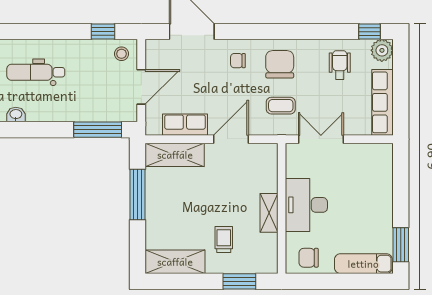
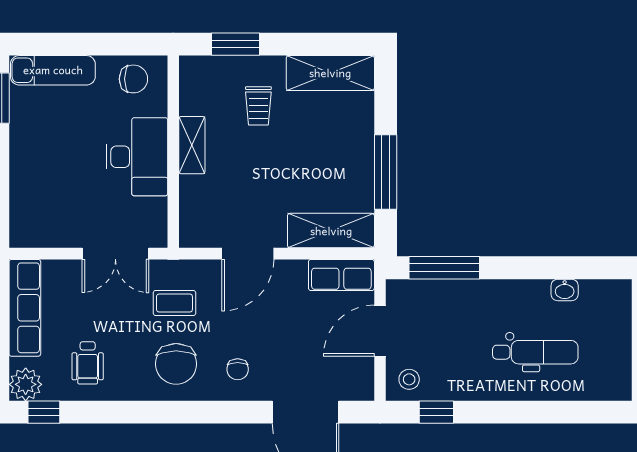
chair: (238, 61) -> (238, 369), turned 90
row of seats: (185, 125) -> (341, 275), moved

